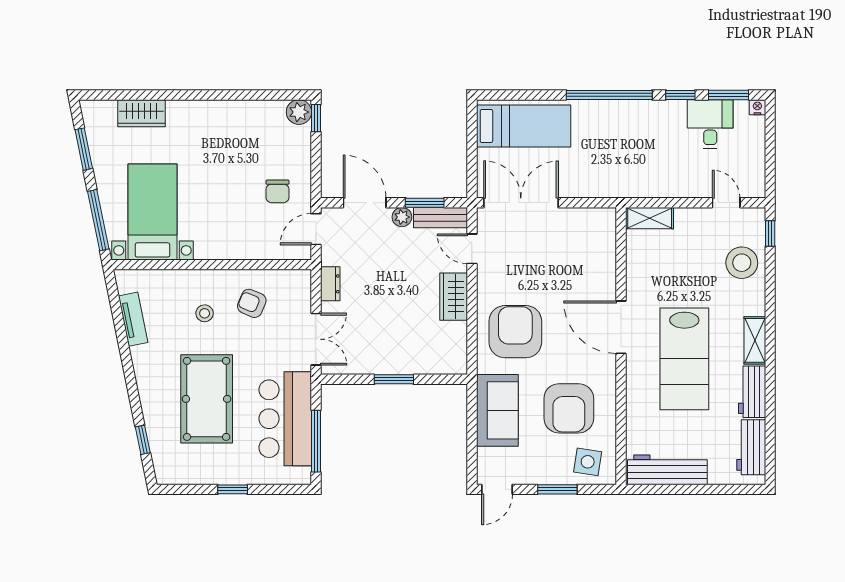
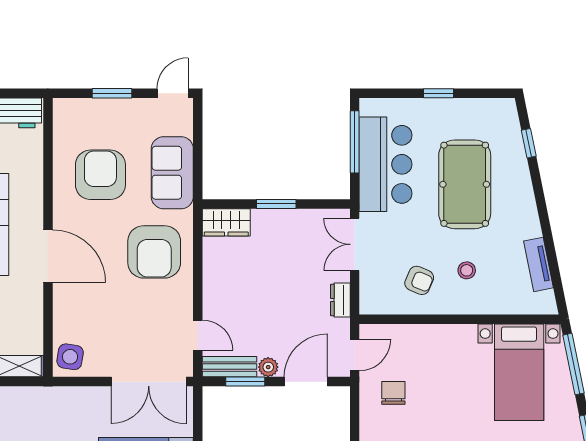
door: (365, 203) -> (306, 382), swing flipped
wardrobe: (454, 297) -> (226, 222), moved, turned 90
side table: (588, 462) -> (70, 357), moved

